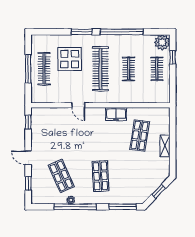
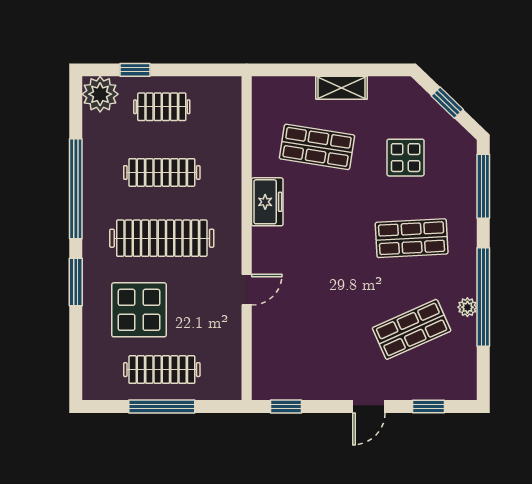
clothes rail: (129, 69) -> (162, 172), width x1.36
display table: (135, 173) -> (406, 158), added

